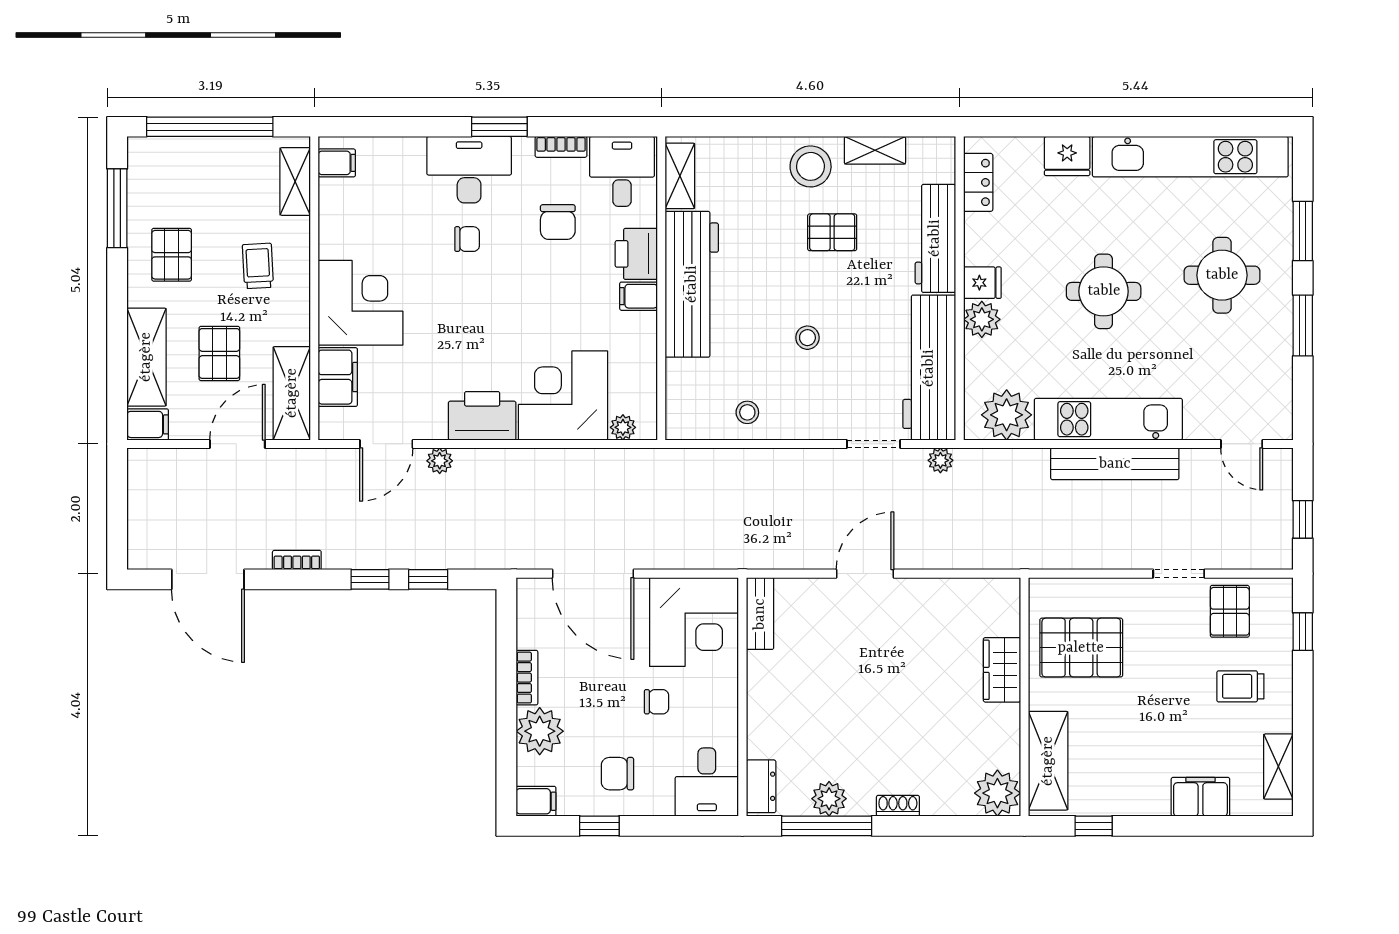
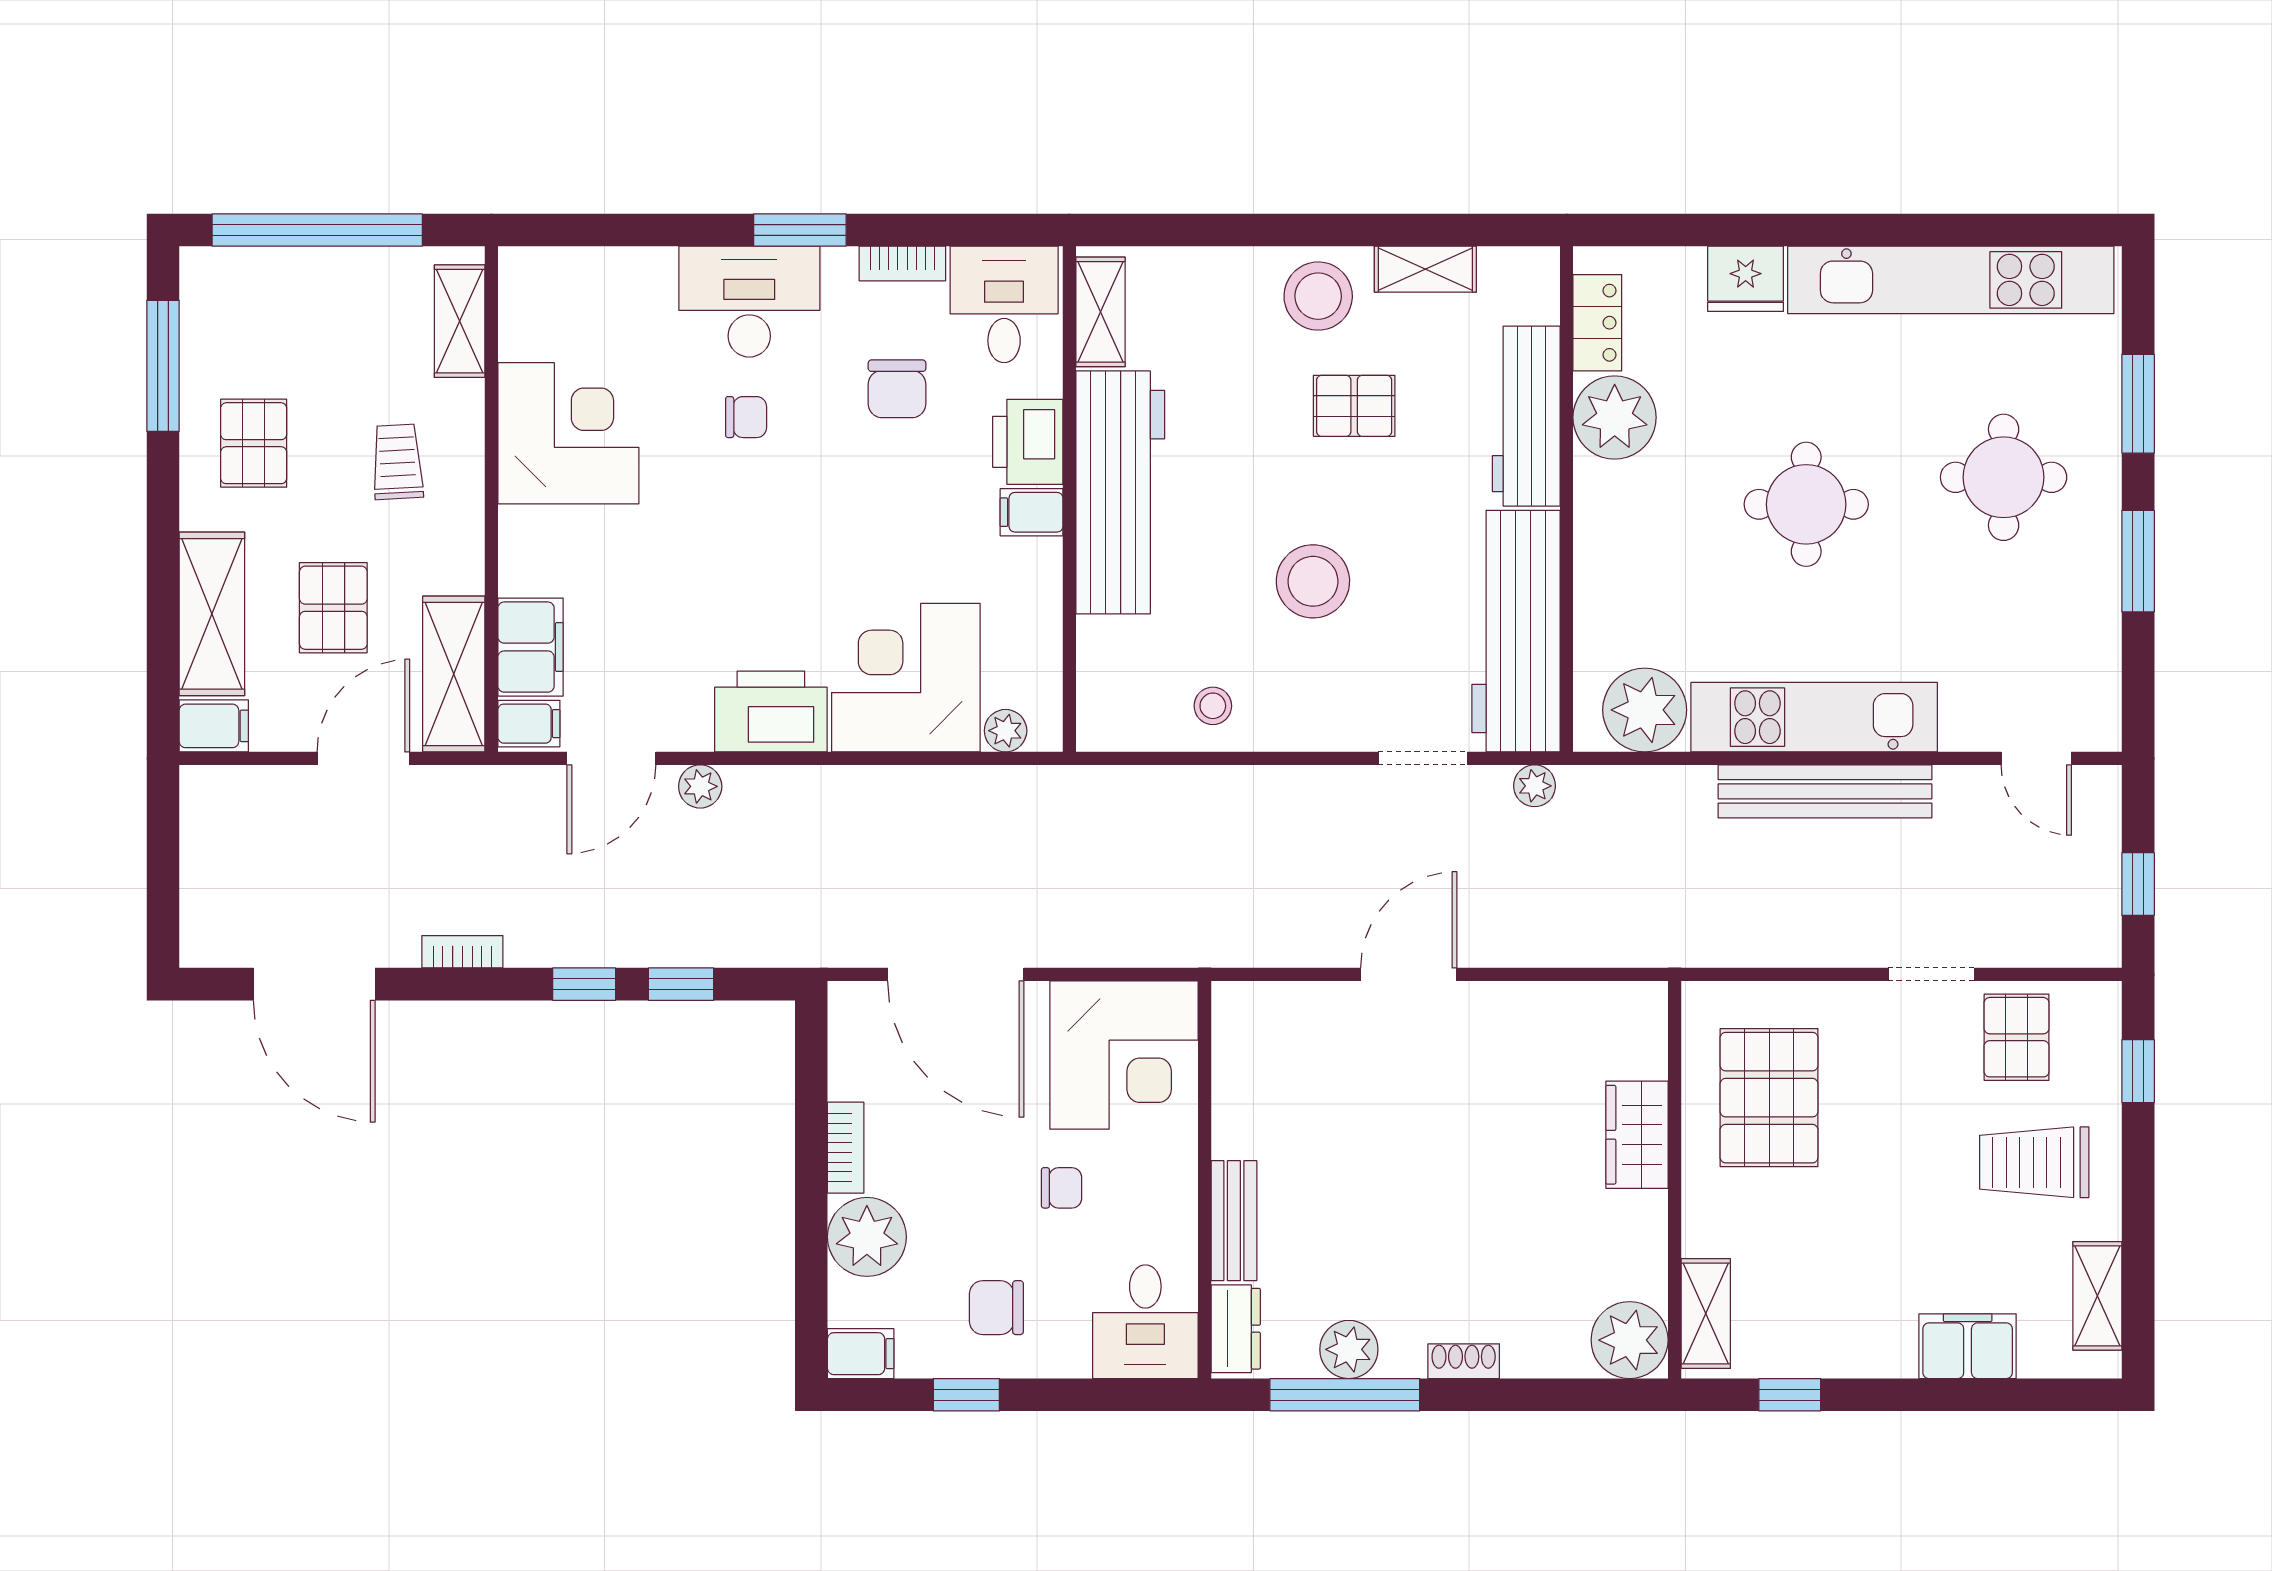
filing cabinet: (337, 163) -> (529, 724), moved
fridge: (982, 283) -> (1604, 490), removed
corner desk: (361, 303) -> (568, 433), moved
plant: (982, 319) -> (1615, 417), moved, width x1.36, depth x1.36
stool: (807, 338) -> (1313, 581), width x1.89, depth x1.89
bench: (760, 614) -> (1234, 1221), moved
pallet: (1081, 648) -> (1769, 1098), turned 90
trolley: (1240, 686) -> (2034, 1162), width x1.36, depth x1.39
shelving: (1048, 761) -> (1706, 1314), width x0.67, depth x0.75

